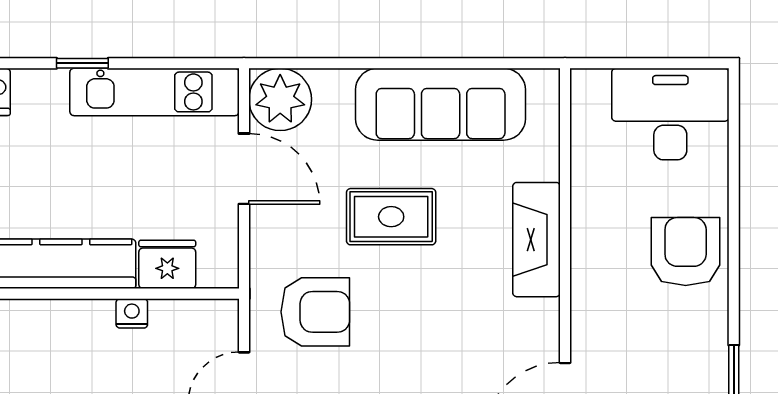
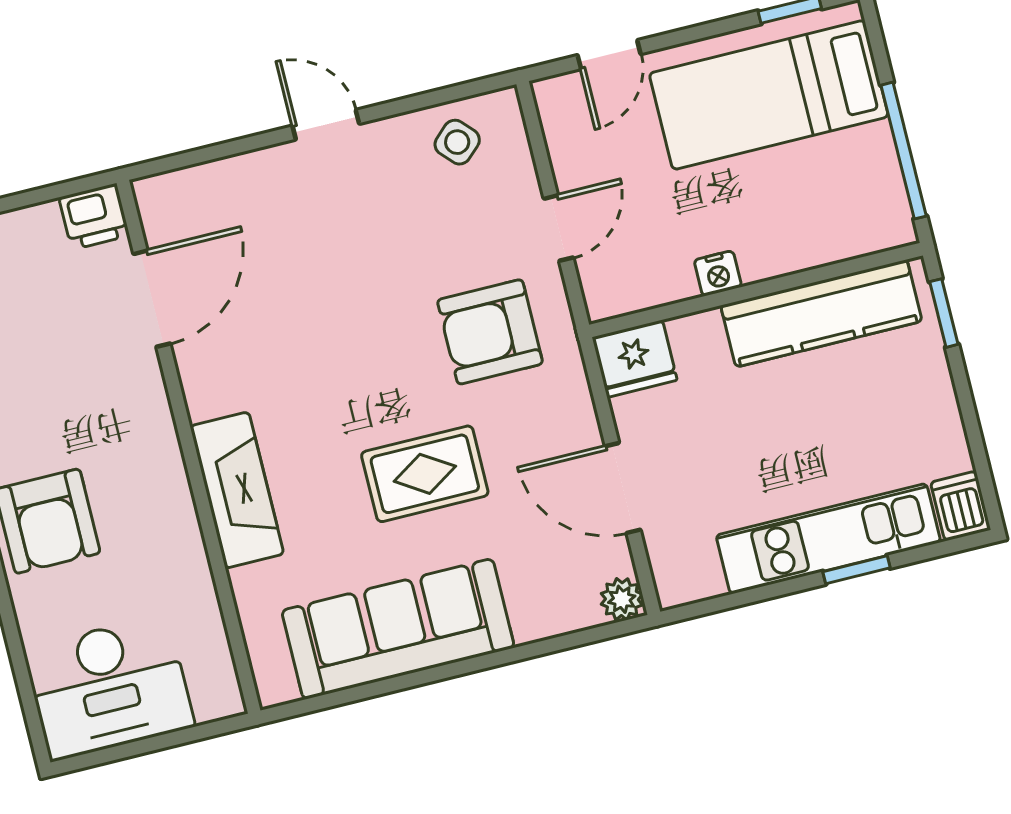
kitchen unit: (154, 92) -> (828, 539), moved
plant: (280, 99) -> (622, 599), width x0.53, depth x0.53
fridge: (167, 264) -> (635, 359), moved

